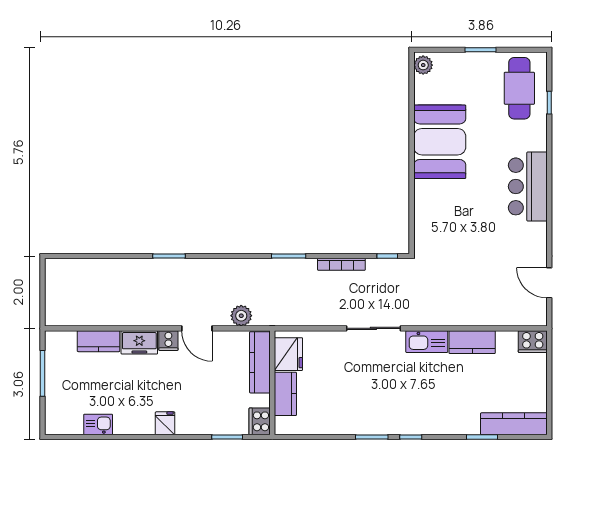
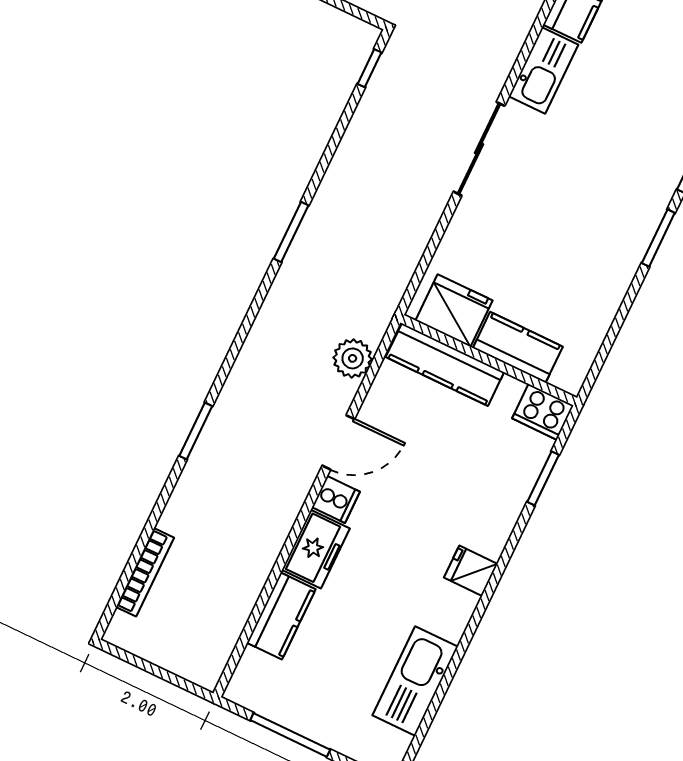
bookcase: (341, 264) -> (145, 572), moved
kitchen sink: (98, 424) -> (415, 681), width x1.87, depth x1.24

